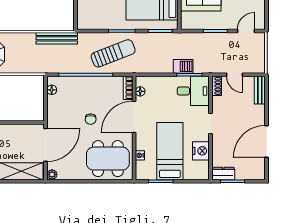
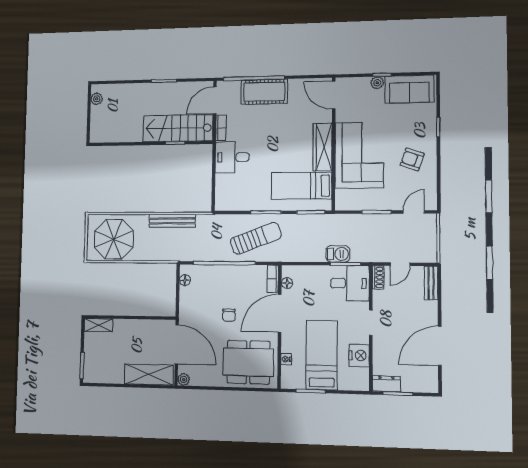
bench: (57, 38) -> (172, 221), moved
door: (235, 75) -> (400, 264), hinge flipped
door: (45, 145) -> (177, 344), hinge flipped

